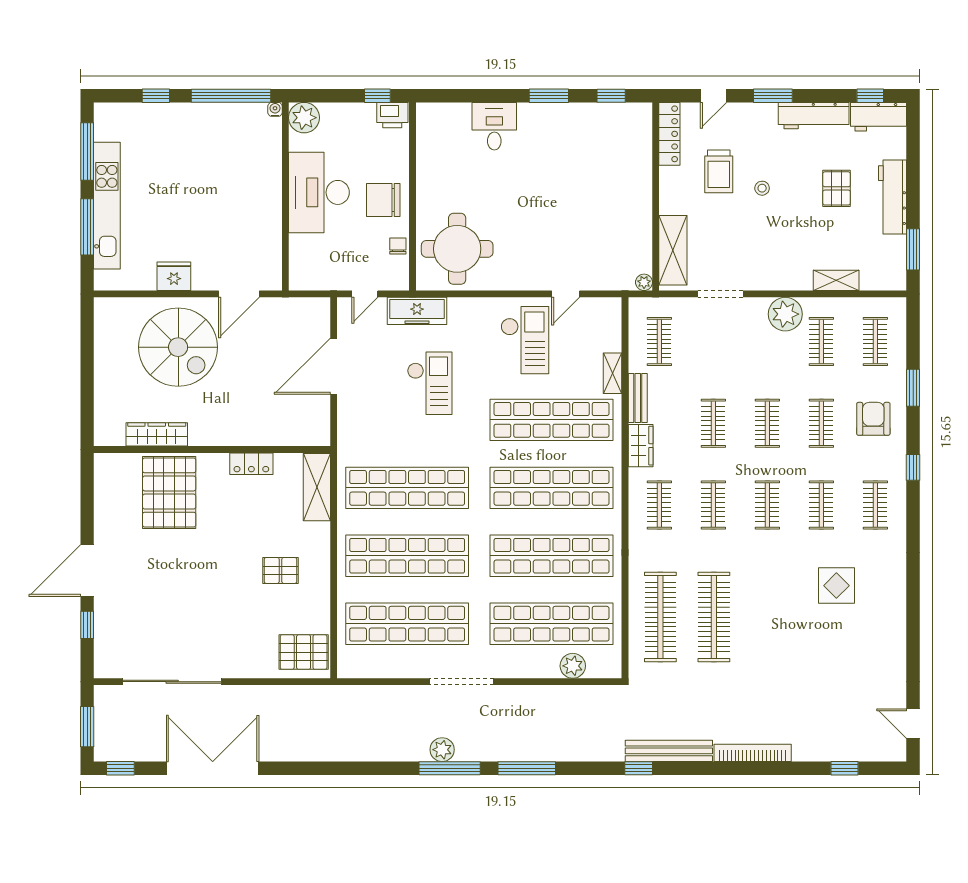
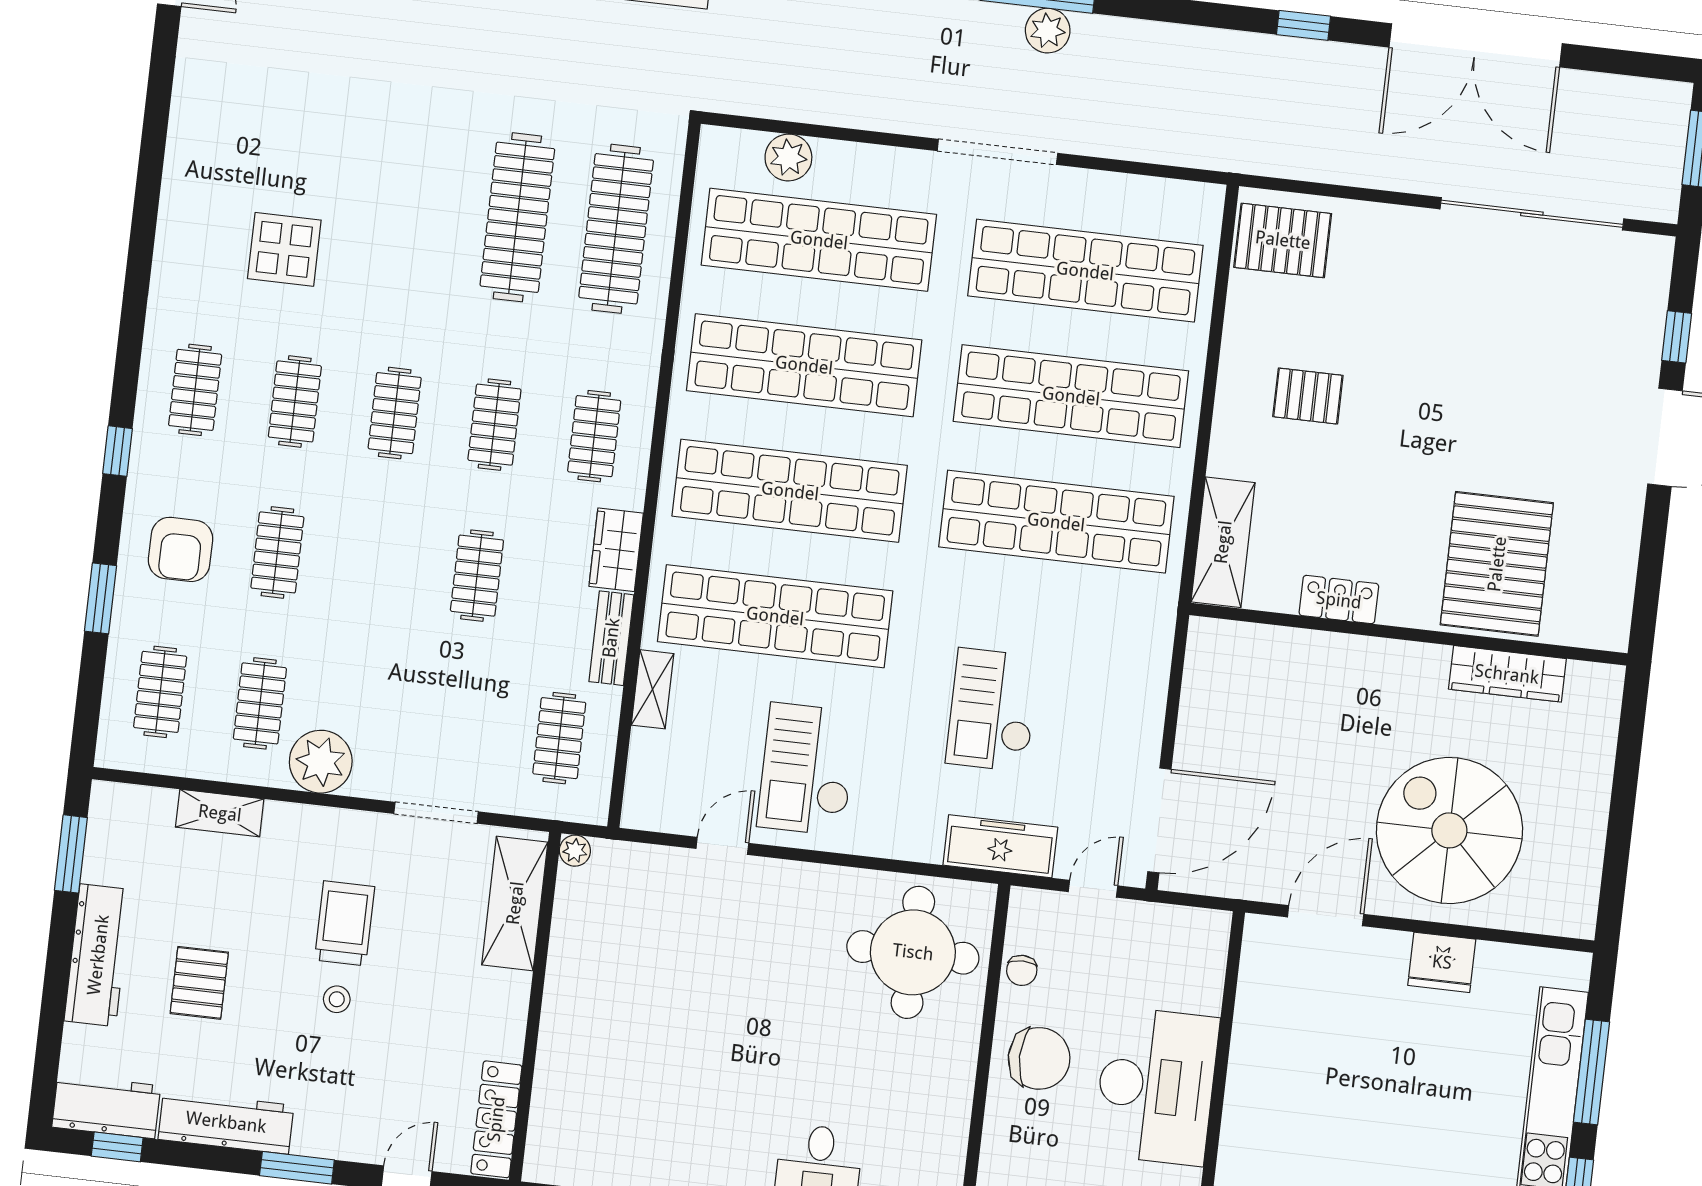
trolley: (719, 171) -> (345, 923), moved
door: (334, 366) -> (1159, 820), moved
clothes rail: (767, 423) -> (377, 564), removed
window: (120, 768) -> (1304, 25), moved

